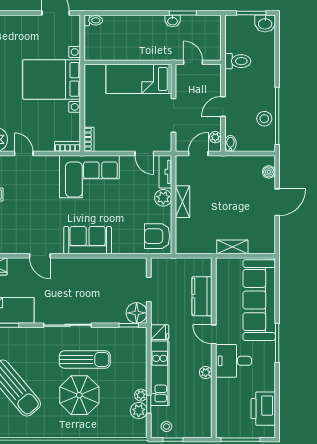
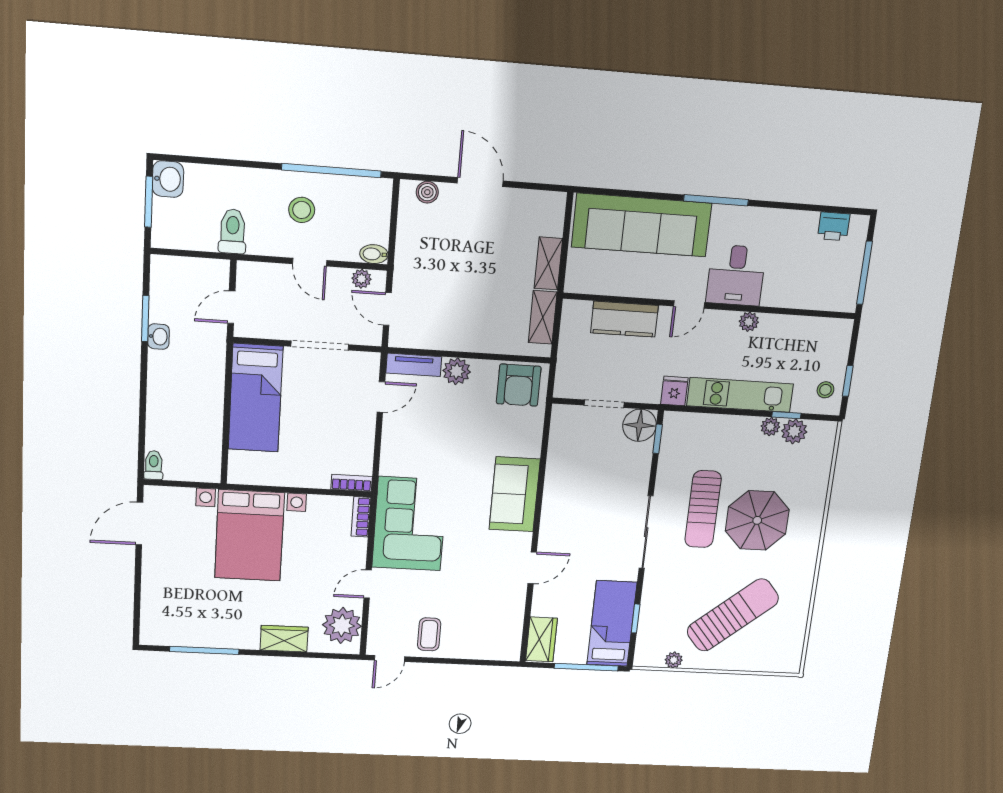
stool: (264, 119) -> (302, 210), moved
corner sofa: (89, 177) -> (410, 524), moved
shelving: (183, 202) -> (543, 317), moved, turned 90
sun lounger: (85, 360) -> (703, 509), turned 180
printer: (263, 409) -> (834, 226), width x0.53, depth x0.68

